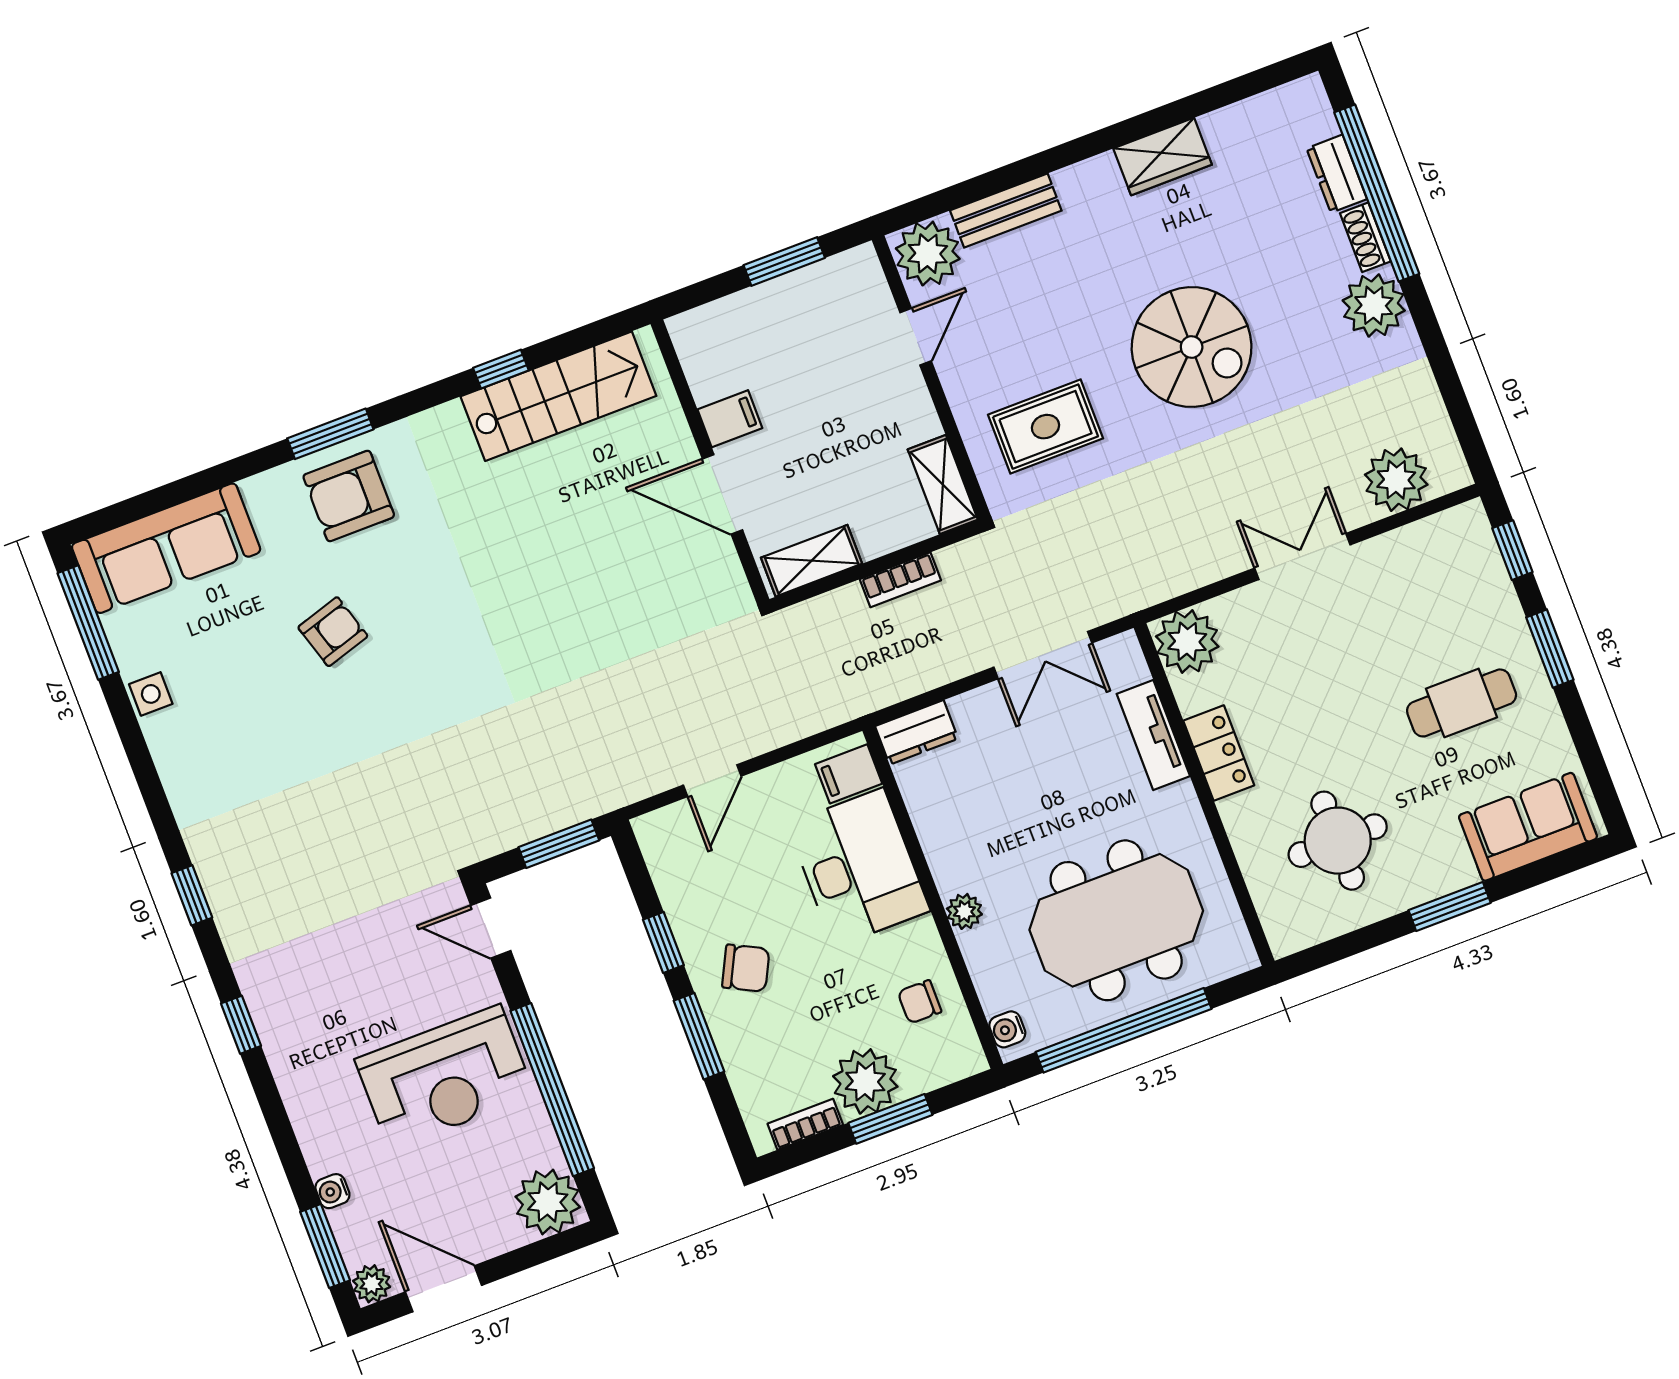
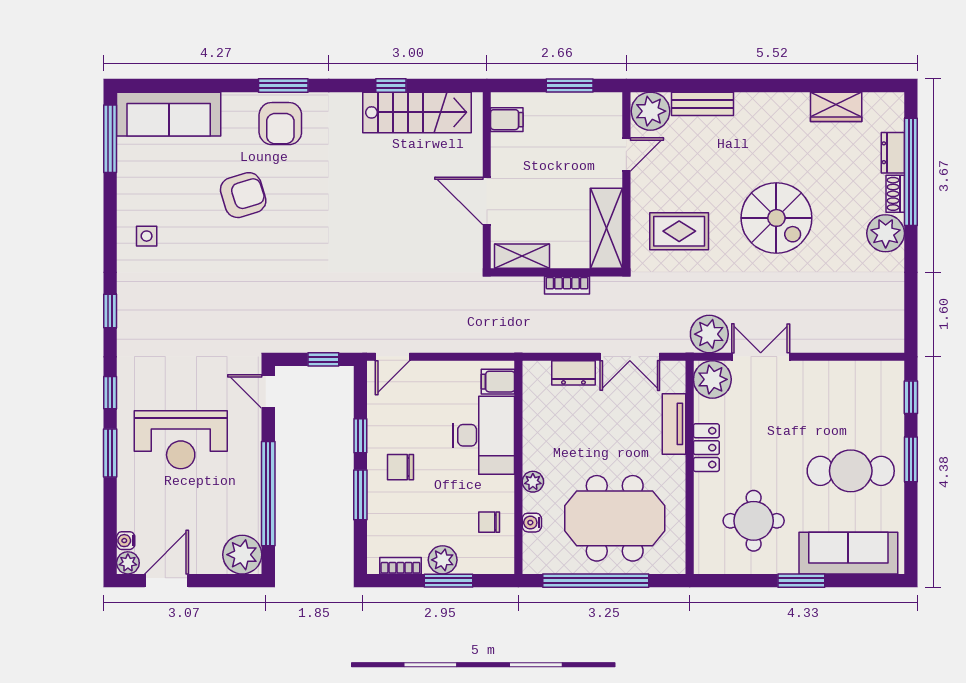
wardrobe: (1163, 157) -> (836, 107), moved
filing cabinet: (730, 419) -> (507, 120), moved
plant: (1396, 480) -> (709, 334), moved
shelving: (943, 485) -> (606, 228), width x1.50, depth x1.33
armchair: (349, 496) -> (280, 124), turned -90
double door: (1302, 556) -> (761, 357), moved
armchair: (333, 632) -> (243, 195), width x1.38, depth x1.38
side table: (151, 694) -> (147, 236), moved
cafe table: (1462, 703) -> (851, 471), width x1.37, depth x1.35
dresser: (917, 732) -> (573, 373), moved
door: (712, 781) -> (393, 357), moved
sofa: (1528, 827) -> (848, 553), width x1.36
window: (559, 844) -> (323, 359), width x0.67
chair: (746, 968) -> (400, 467), turned 153
water cooler: (1007, 1029) -> (532, 523), moved
reception desk: (445, 1077) -> (181, 440), moved
plant: (865, 1081) -> (443, 560), width x0.73, depth x0.73
water cooler: (332, 1191) -> (126, 541), moved
window: (325, 1246) -> (110, 453), moved
door: (444, 1289) -> (167, 581), hinge flipped

